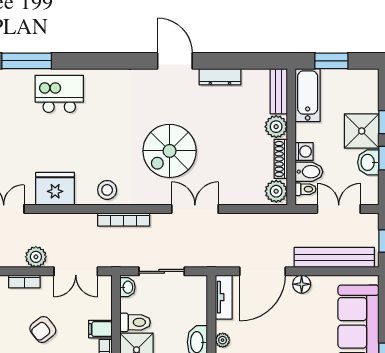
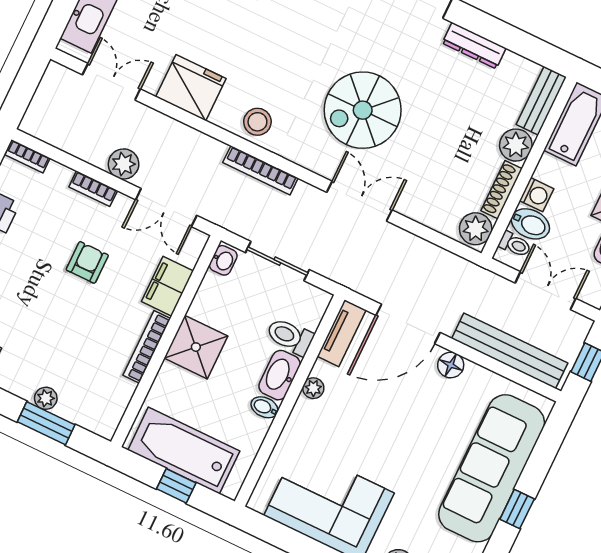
toilet: (135, 322) -> (290, 336), moved, turned 180
filing cabinet: (100, 329) -> (167, 286), width x2.00
armchair: (43, 330) -> (87, 262), turned 128

